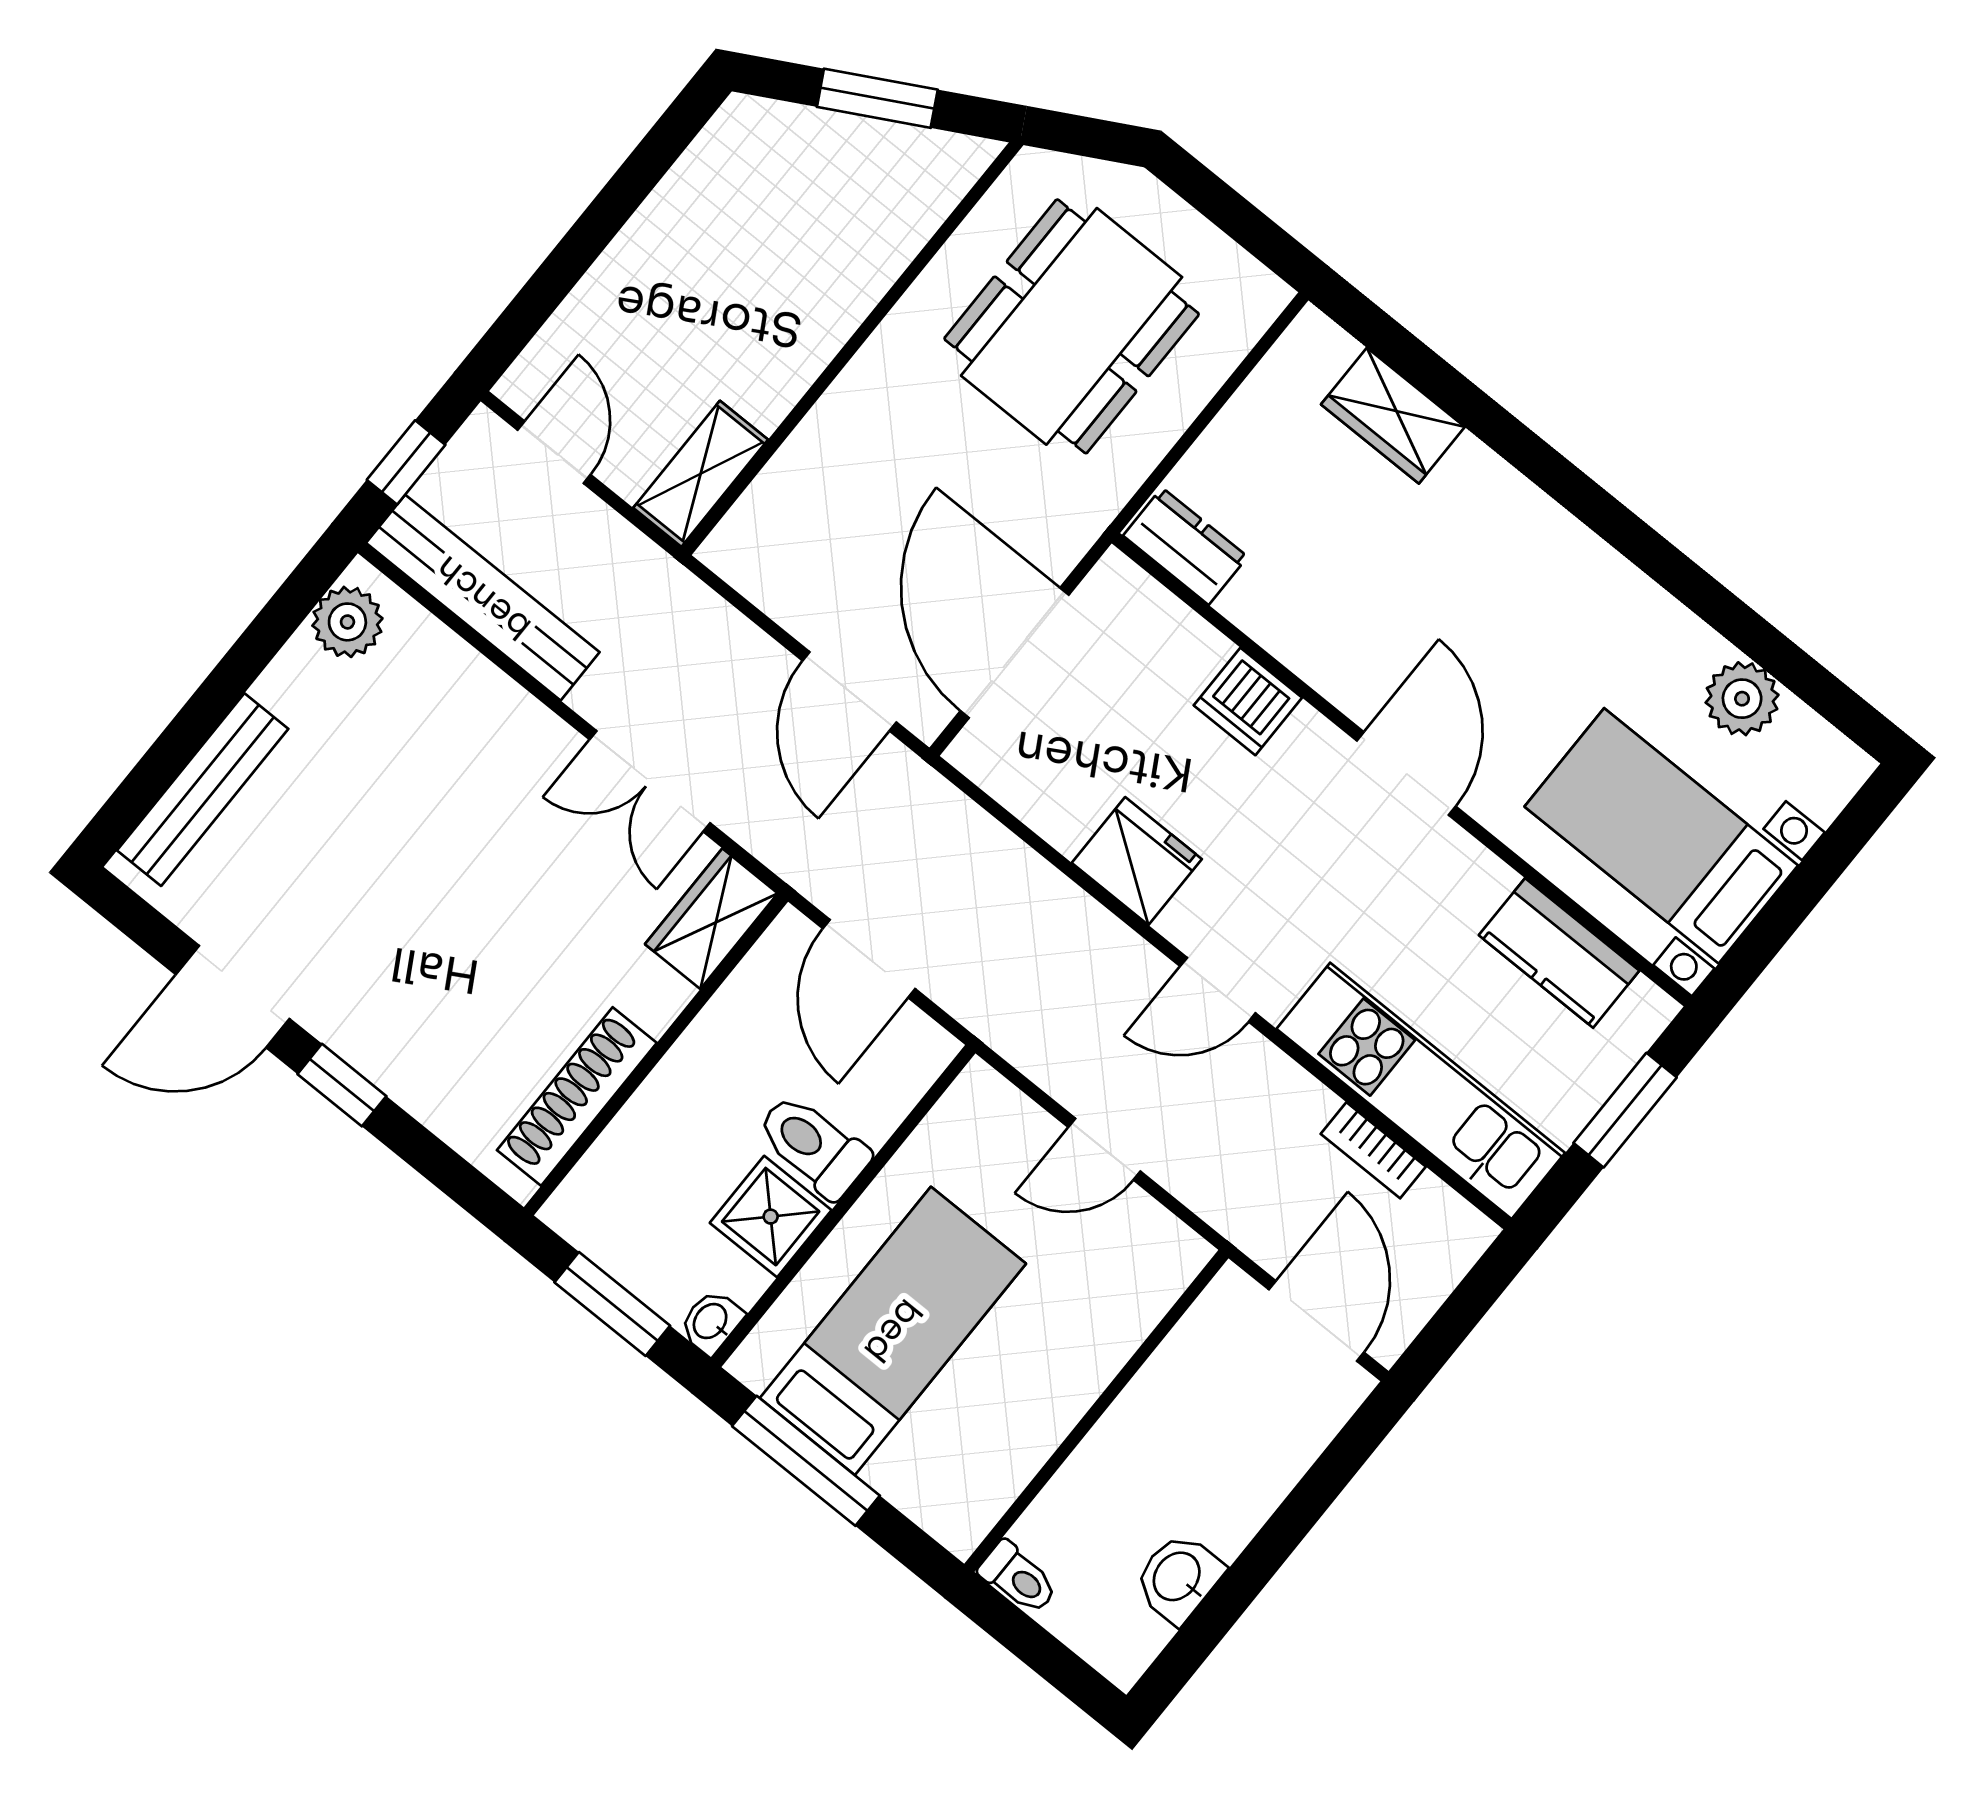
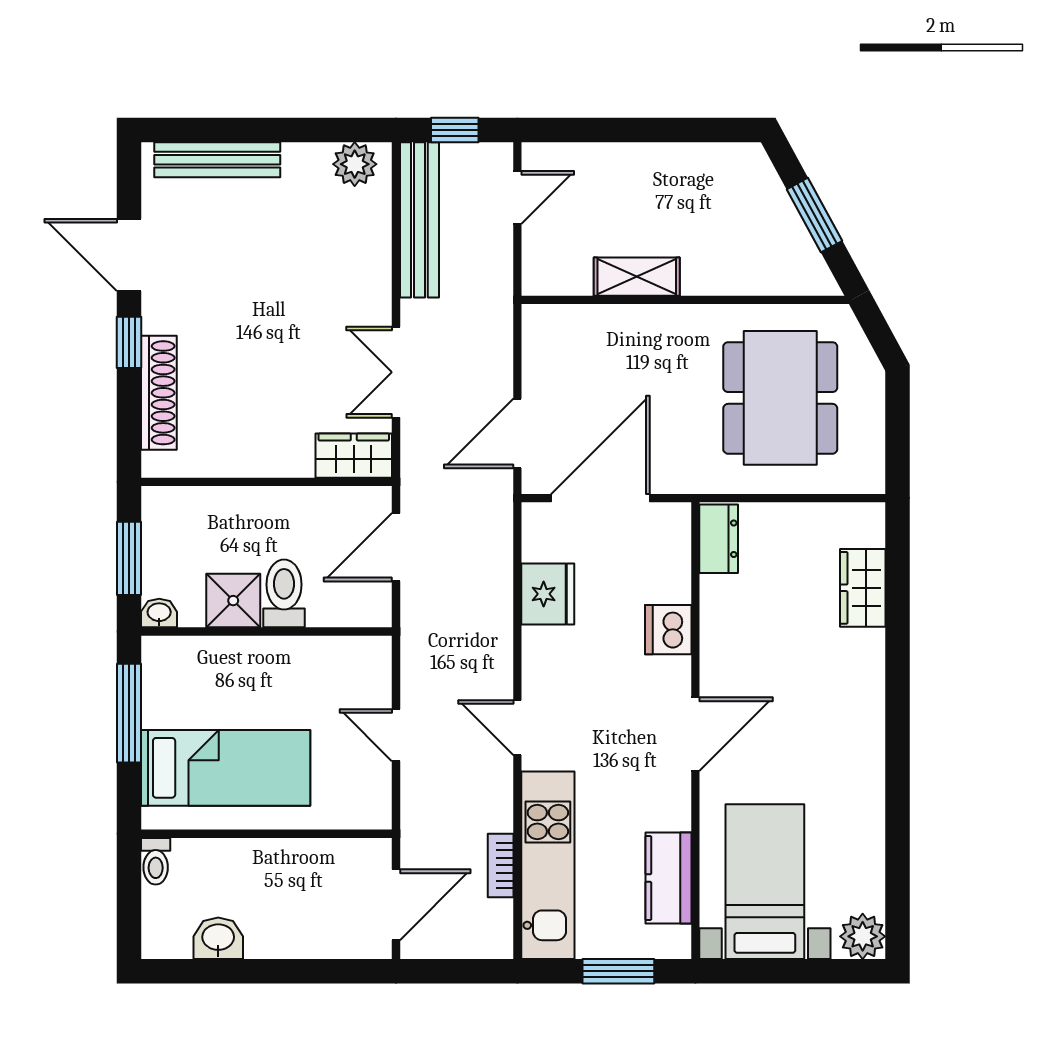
dining table: (1072, 326) -> (780, 398), turned 90
shelving: (701, 474) -> (637, 277), moved
plant: (1742, 699) -> (863, 936), moved
fridge: (1137, 861) -> (548, 594), moved
shoe rack: (577, 1096) -> (159, 393), moved, turned 90
bed: (893, 1331) -> (226, 768), moved

